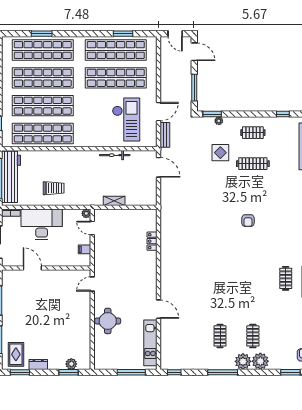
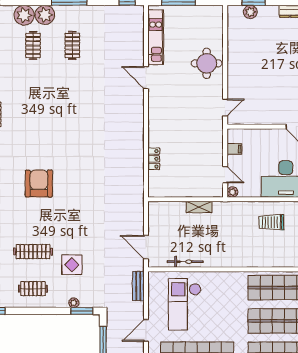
door: (158, 112) -> (146, 330), moved
bicycle: (115, 155) -> (185, 262), moved
armchair: (248, 221) -> (39, 183), width x1.88, depth x1.88

